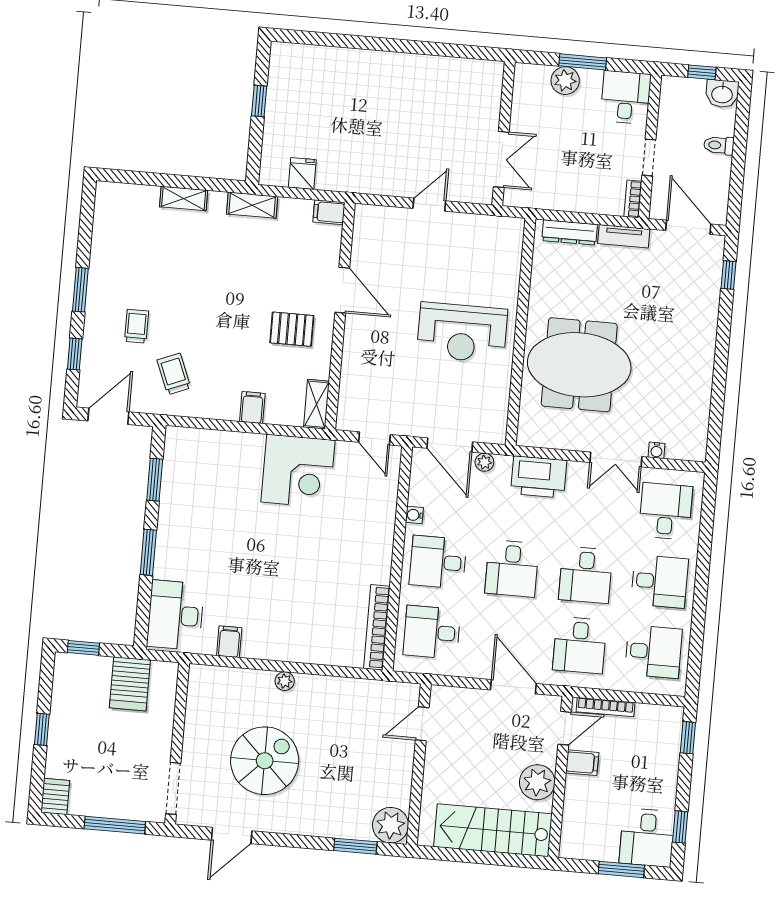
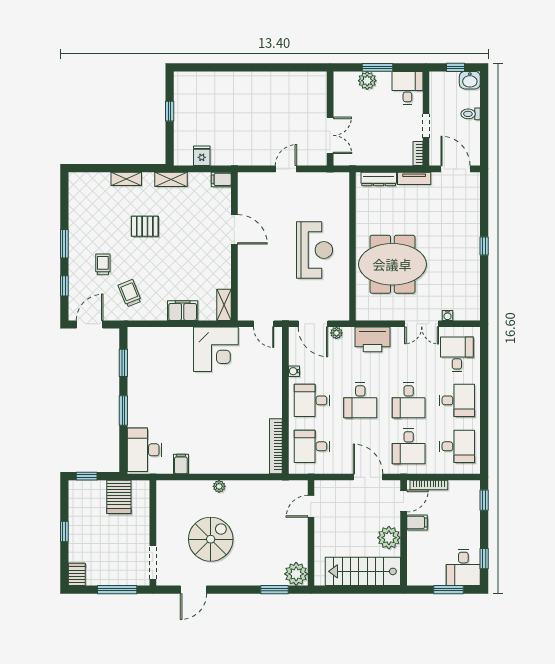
window: (728, 275) -> (484, 246), moved
pallet: (292, 329) -> (145, 226), moved
reception desk: (462, 333) -> (315, 250), turned -90
filing cabinet: (252, 407) -> (183, 311), width x2.00

